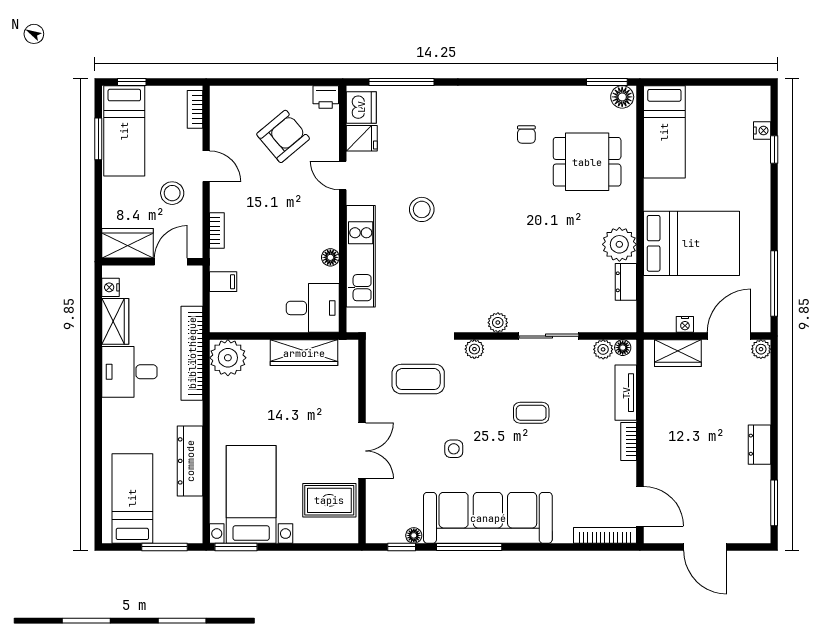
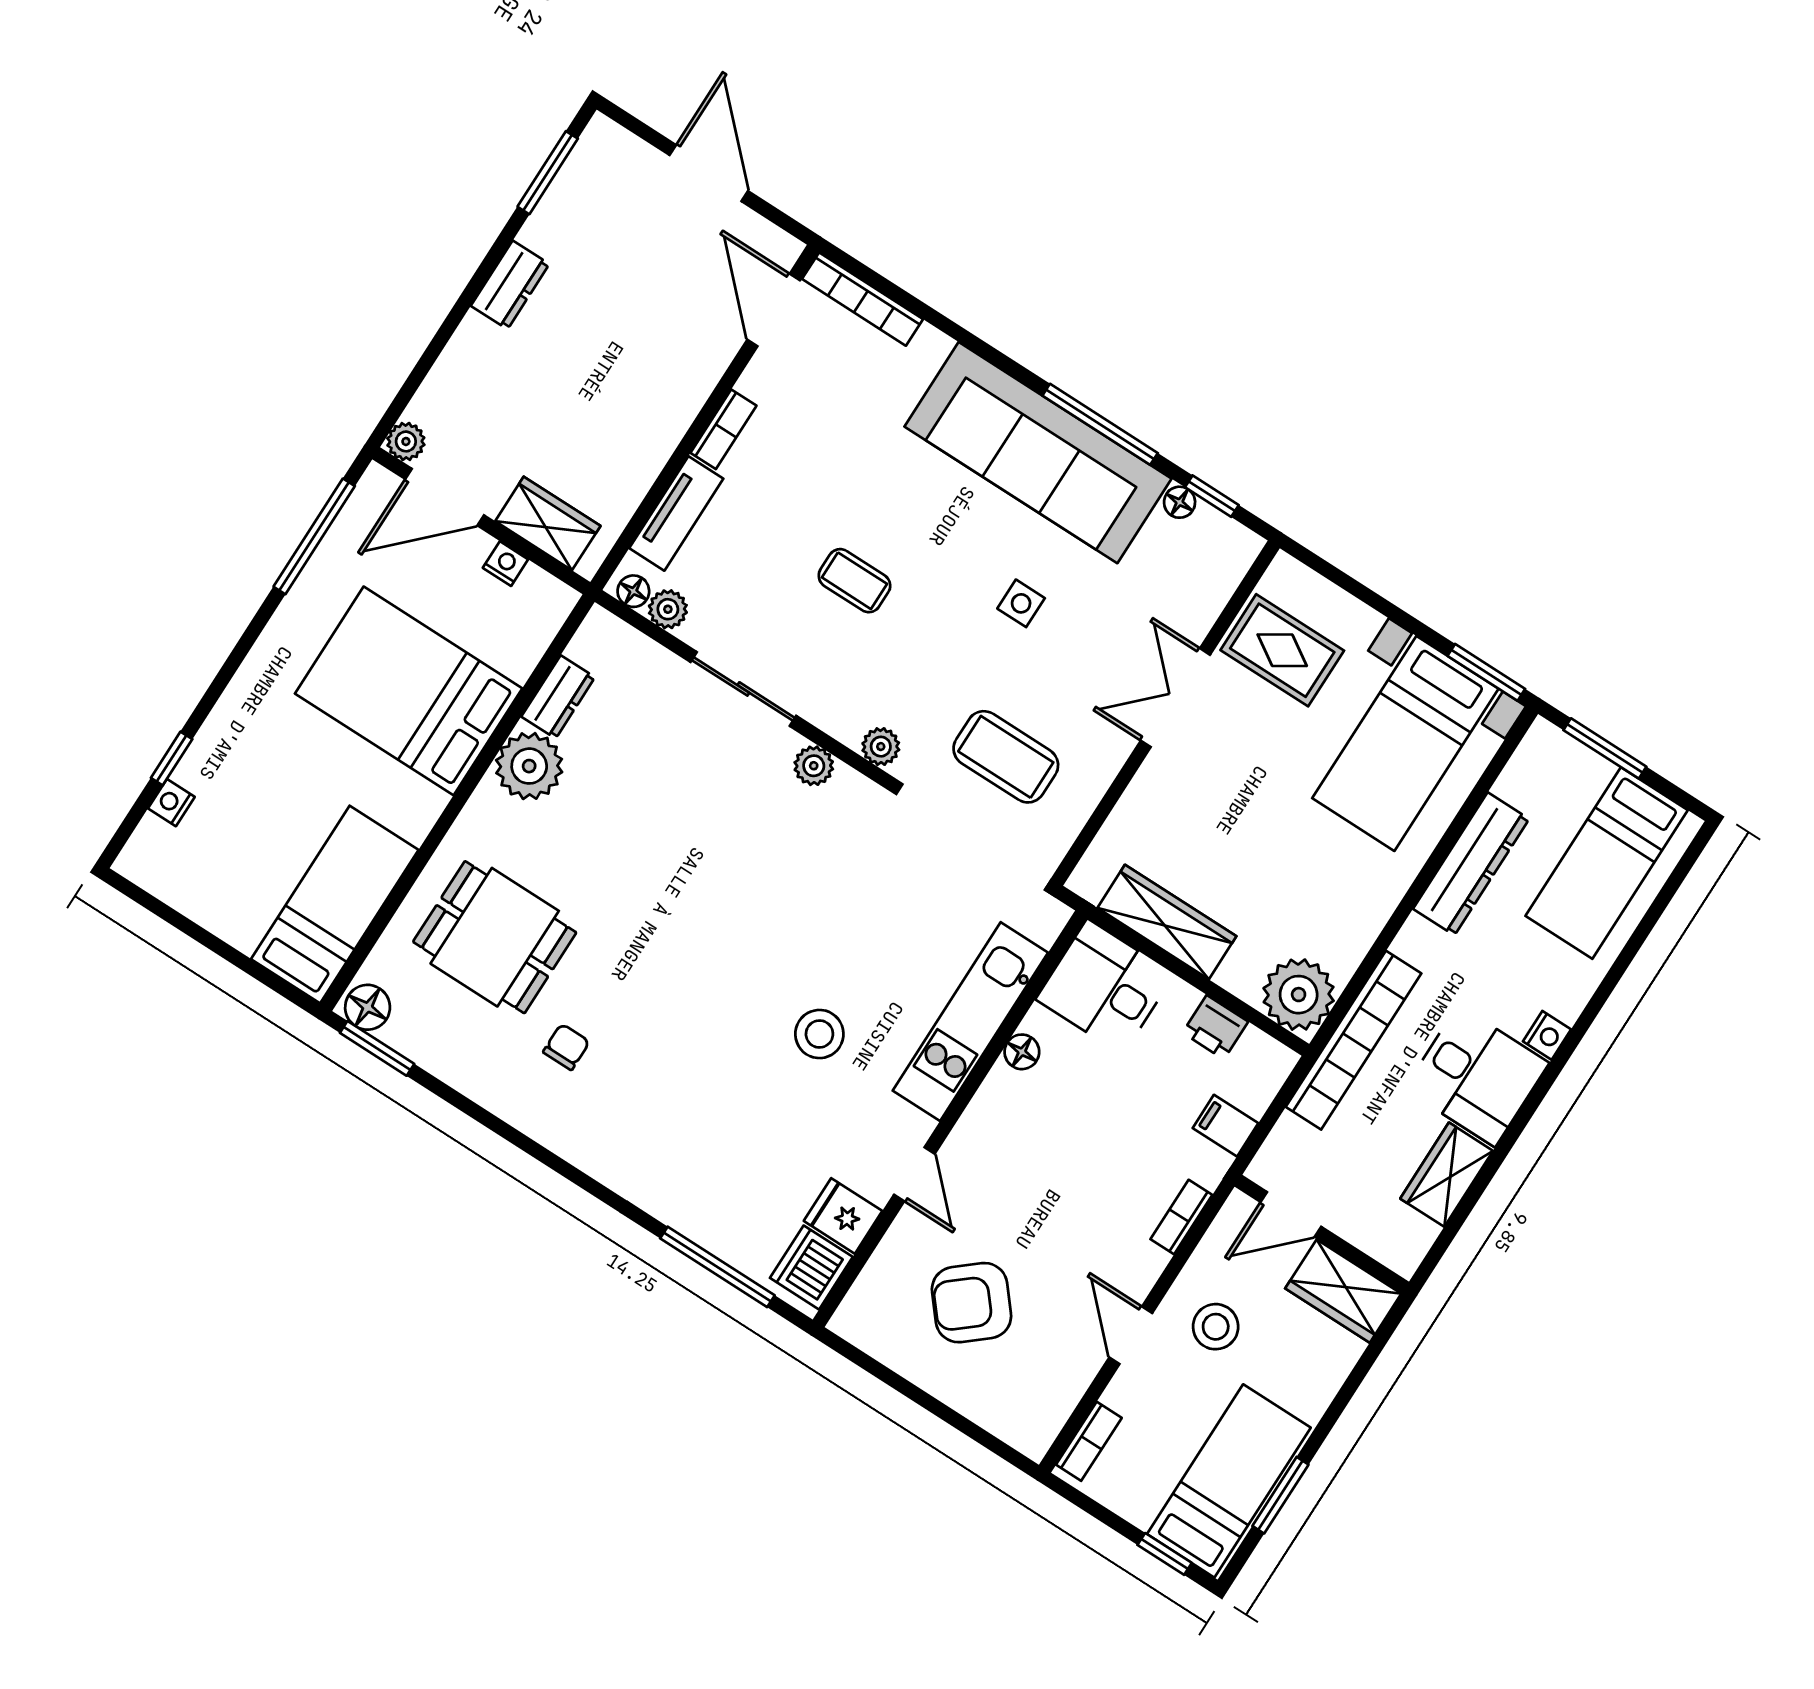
printer: (326, 97) -> (1215, 1027), moved, turned 180
nightstand: (111, 287) -> (1547, 1035), moved

